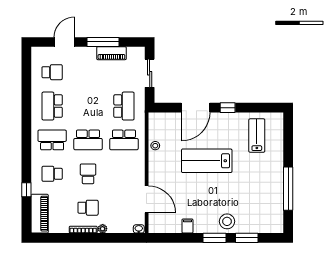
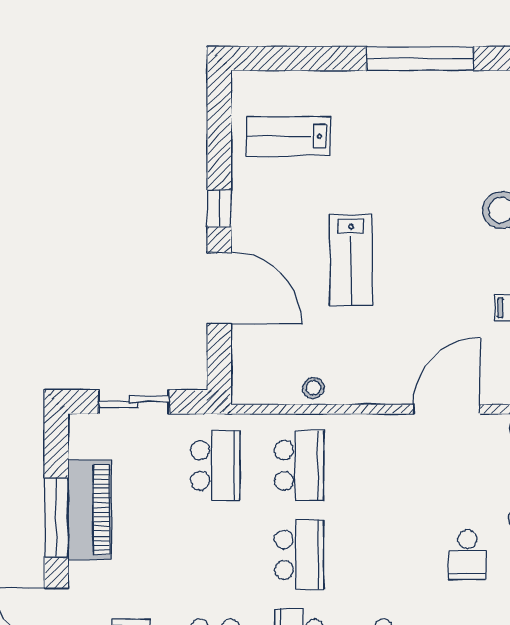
piano: (111, 53) -> (90, 510), width x1.37, depth x1.33
school desk: (124, 106) -> (215, 465), turned 90
lab bench: (207, 161) -> (351, 260), width x0.73, depth x0.72
school desk: (88, 174) -> (383, 555), removed
school desk: (88, 208) -> (467, 555), turned 180

